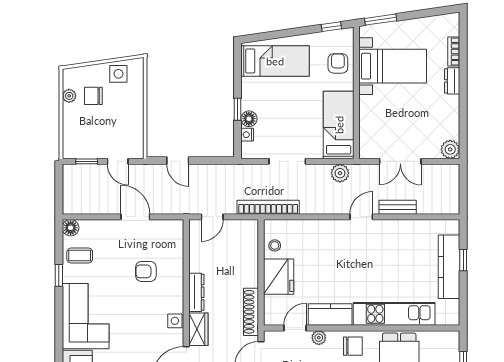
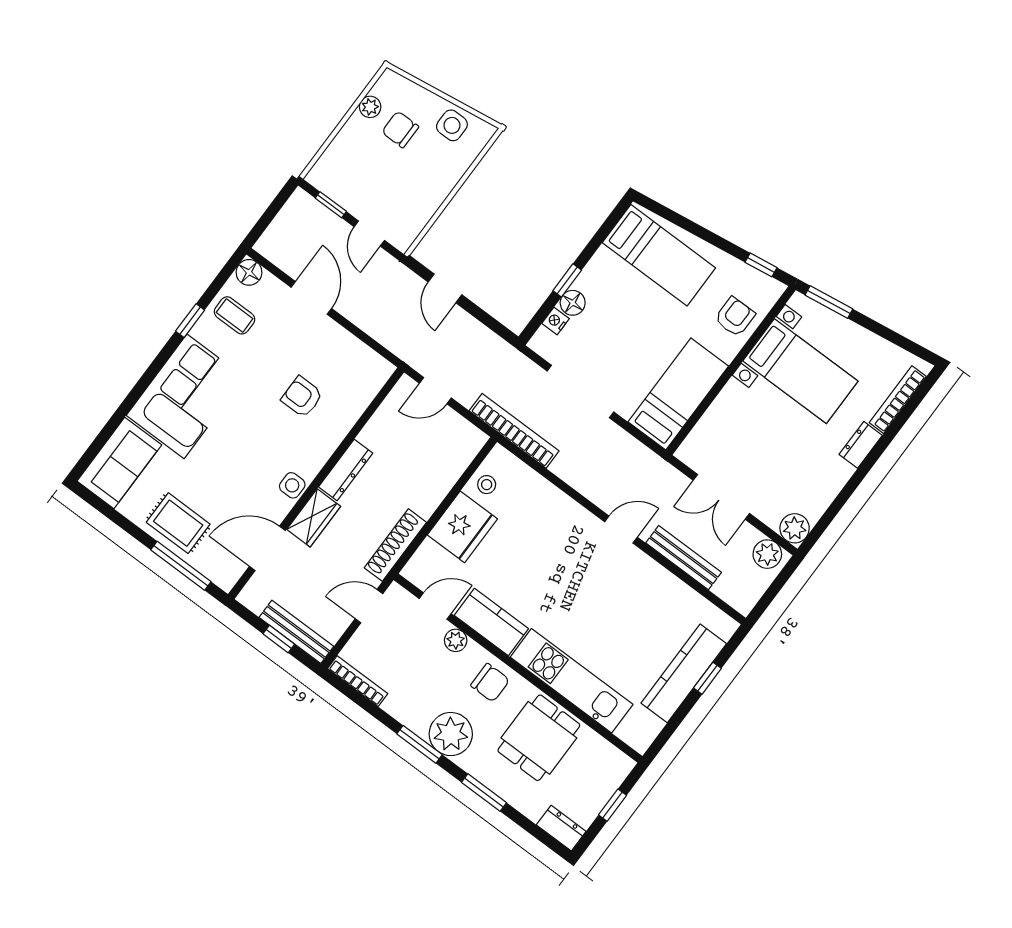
bookcase: (454, 52) -> (898, 400), width x1.56
doorway: (287, 161) -> (580, 391), width x1.36
plant: (340, 173) -> (767, 554), moved
bench: (398, 207) -> (684, 558), width x1.36
door: (135, 217) -> (311, 298), moved

